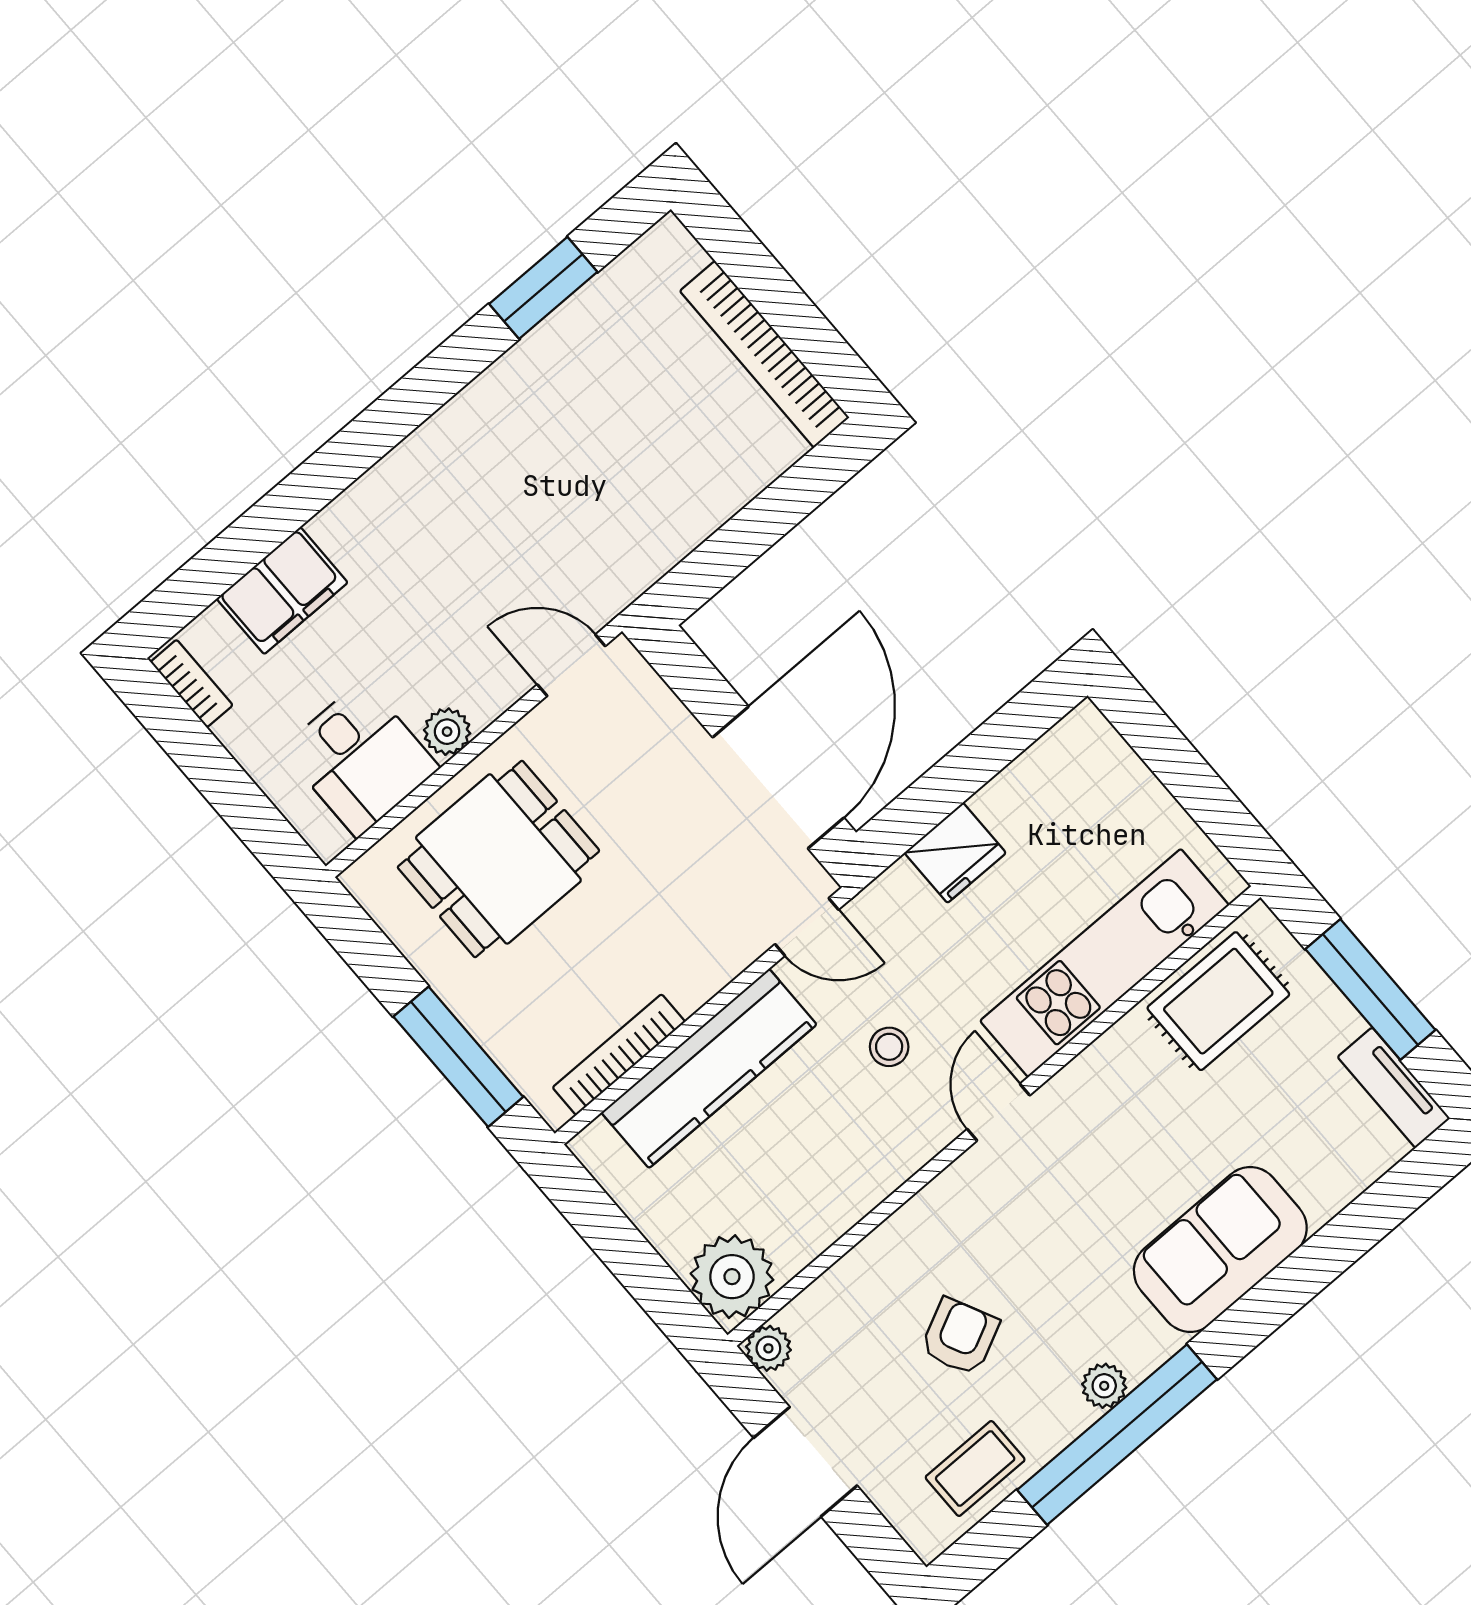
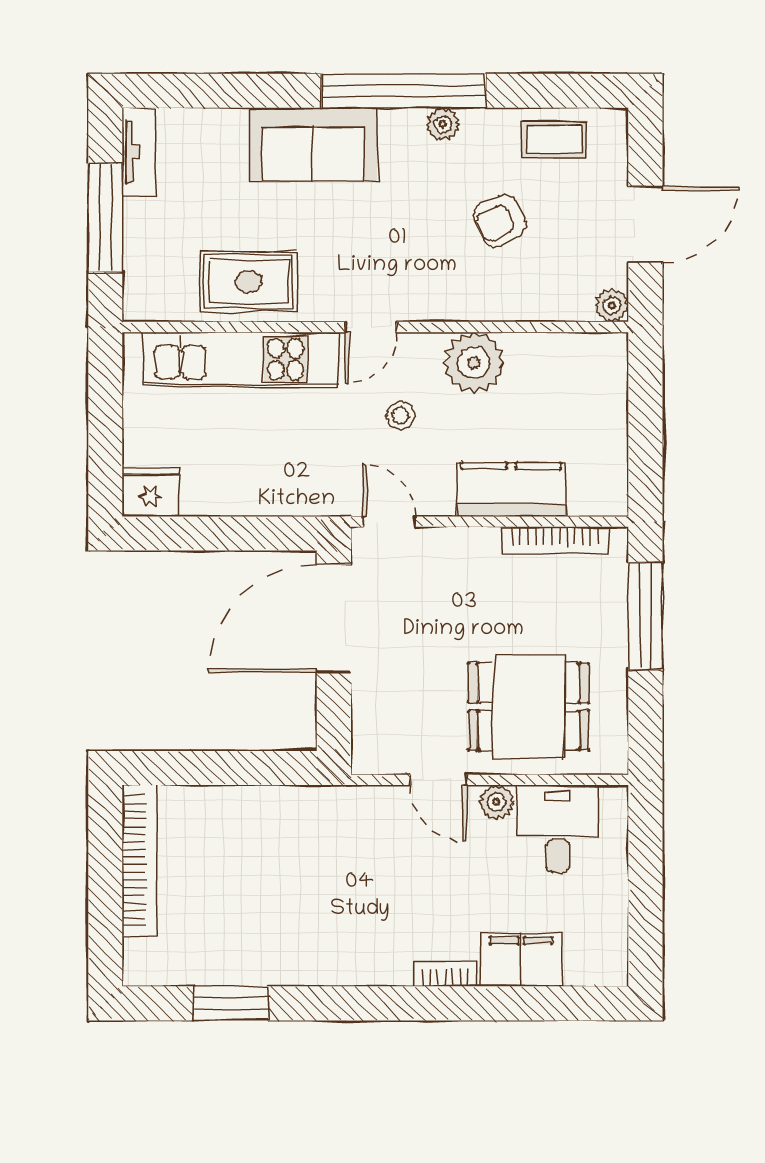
door: (571, 665) -> (438, 780), moved
bookcase: (192, 684) -> (445, 974), moved, turned 90
fridge: (955, 853) -> (151, 492), moved
rug: (1218, 1001) -> (249, 282), moved
kitchen counter: (709, 1068) -> (511, 490), width x0.67
plant: (732, 1277) -> (474, 363), moved
window: (1117, 1435) -> (404, 91), moved

